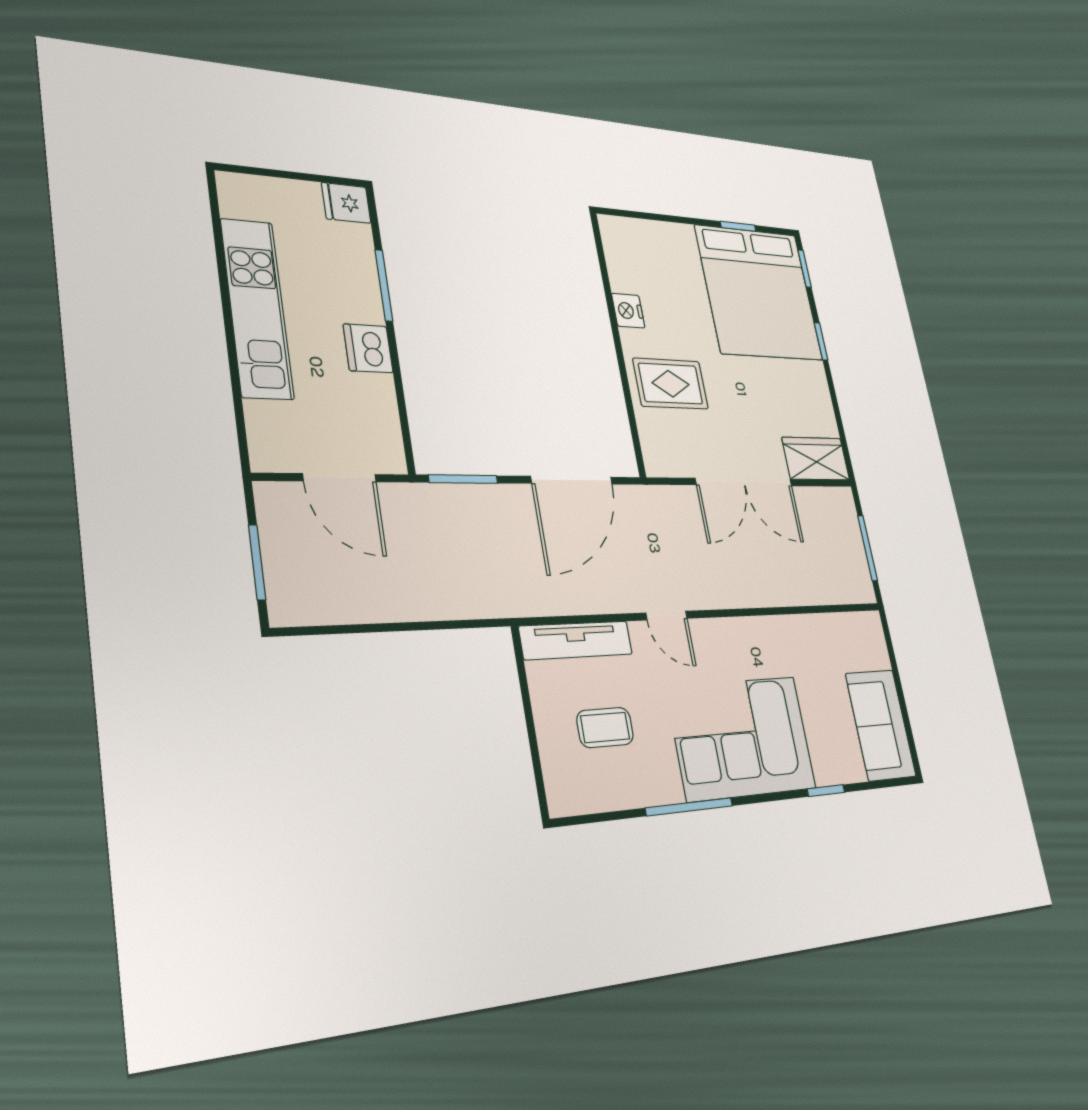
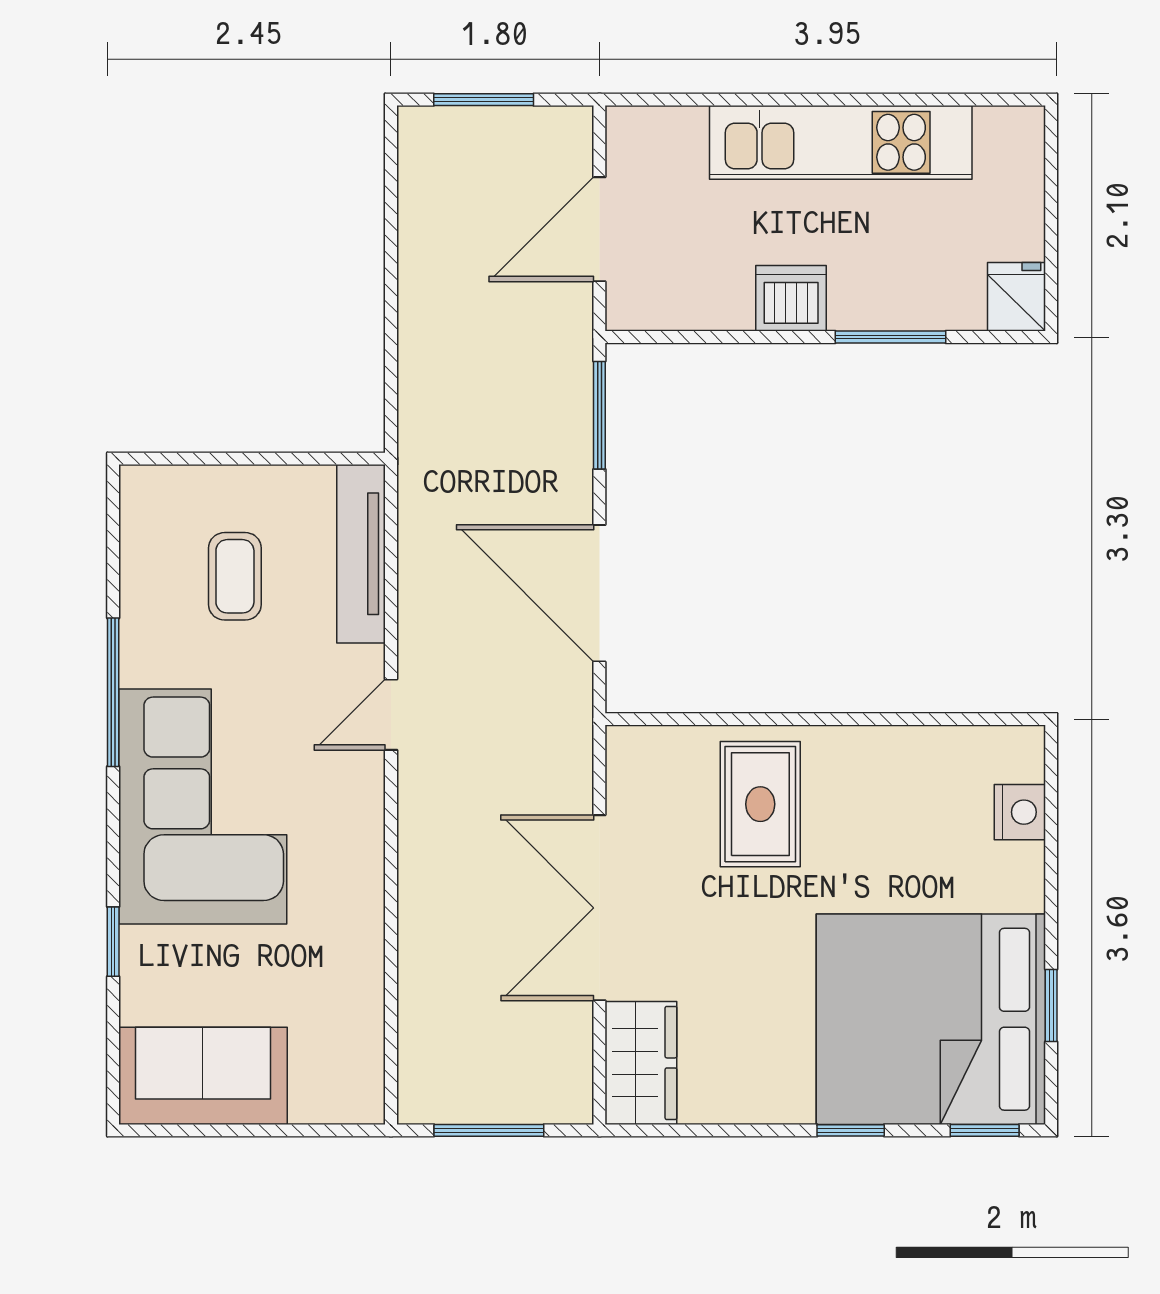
nightstand: (628, 311) -> (1020, 812), moved, turned 90

